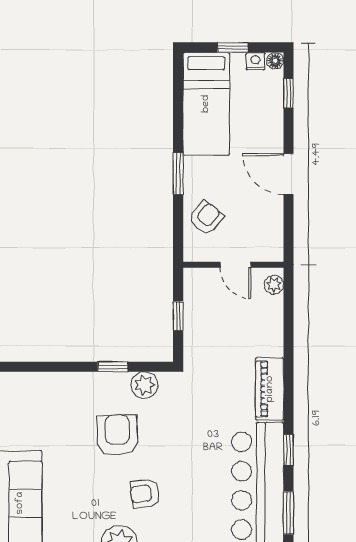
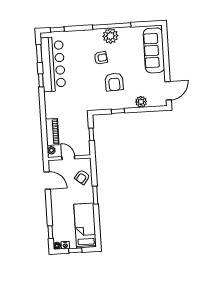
door: (288, 174) -> (47, 180), moved
plant: (144, 385) -> (141, 102), moved
piano: (270, 389) -> (52, 132), moved

